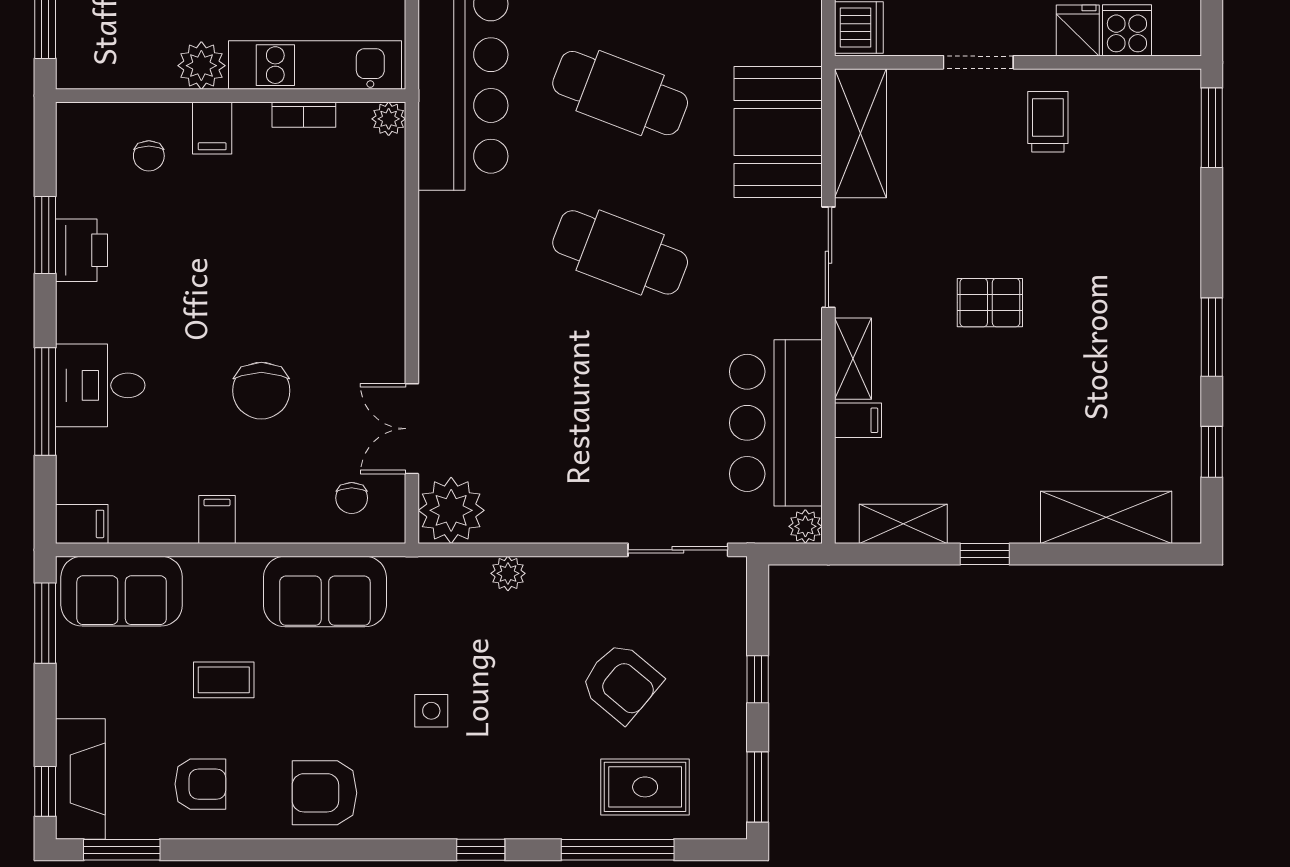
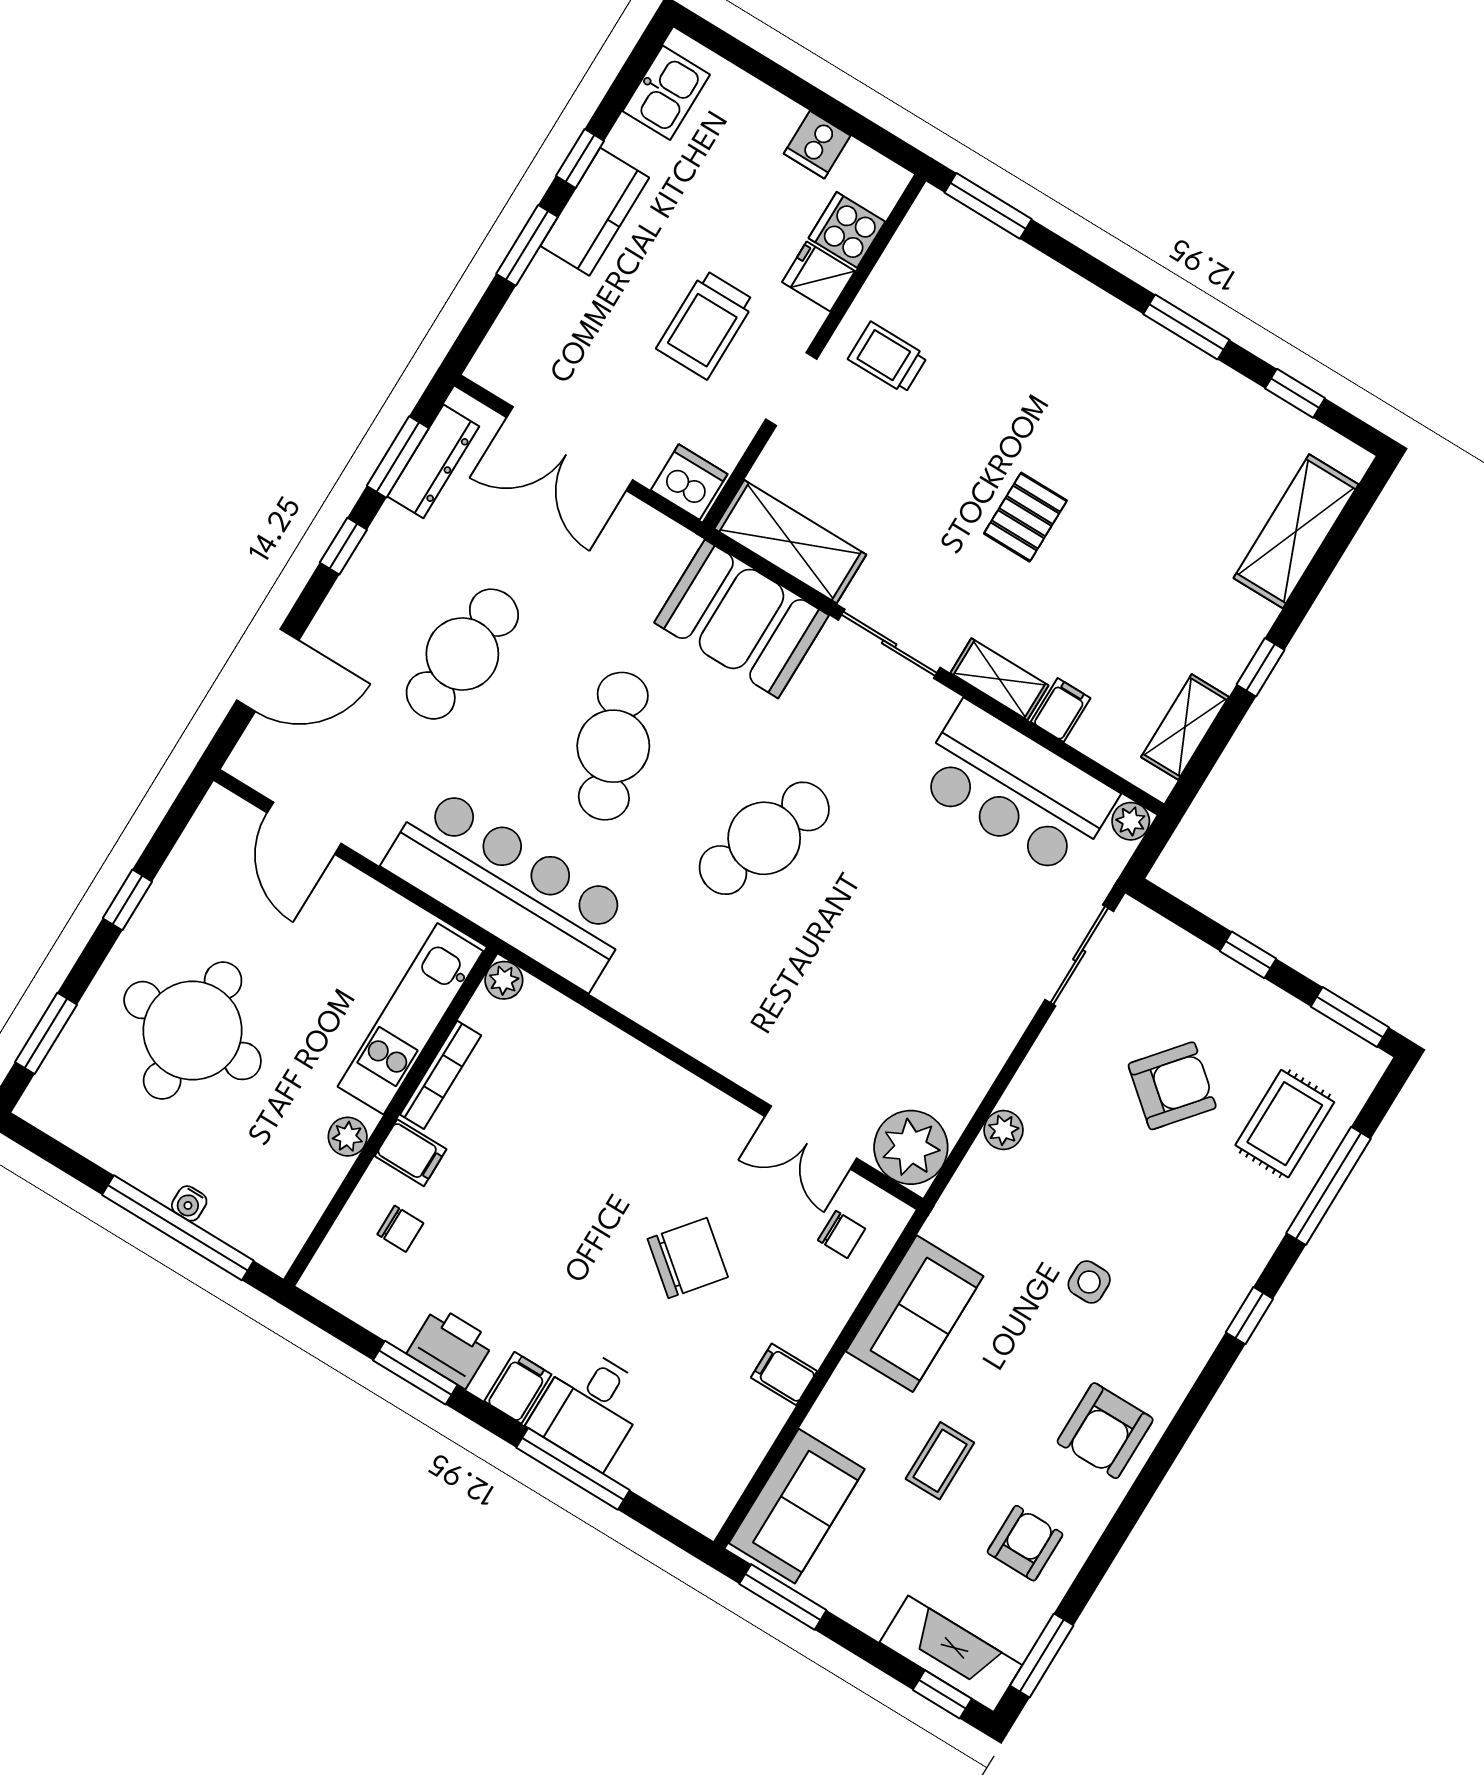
plant: (201, 66) -> (348, 1137), width x0.73, depth x0.73
cafe table: (620, 93) -> (613, 746), turned -42
bookcase: (304, 115) -> (441, 1075), width x1.56
chair: (261, 391) -> (688, 1258), turned -51
filing cabinet: (82, 524) -> (518, 1388), moved

